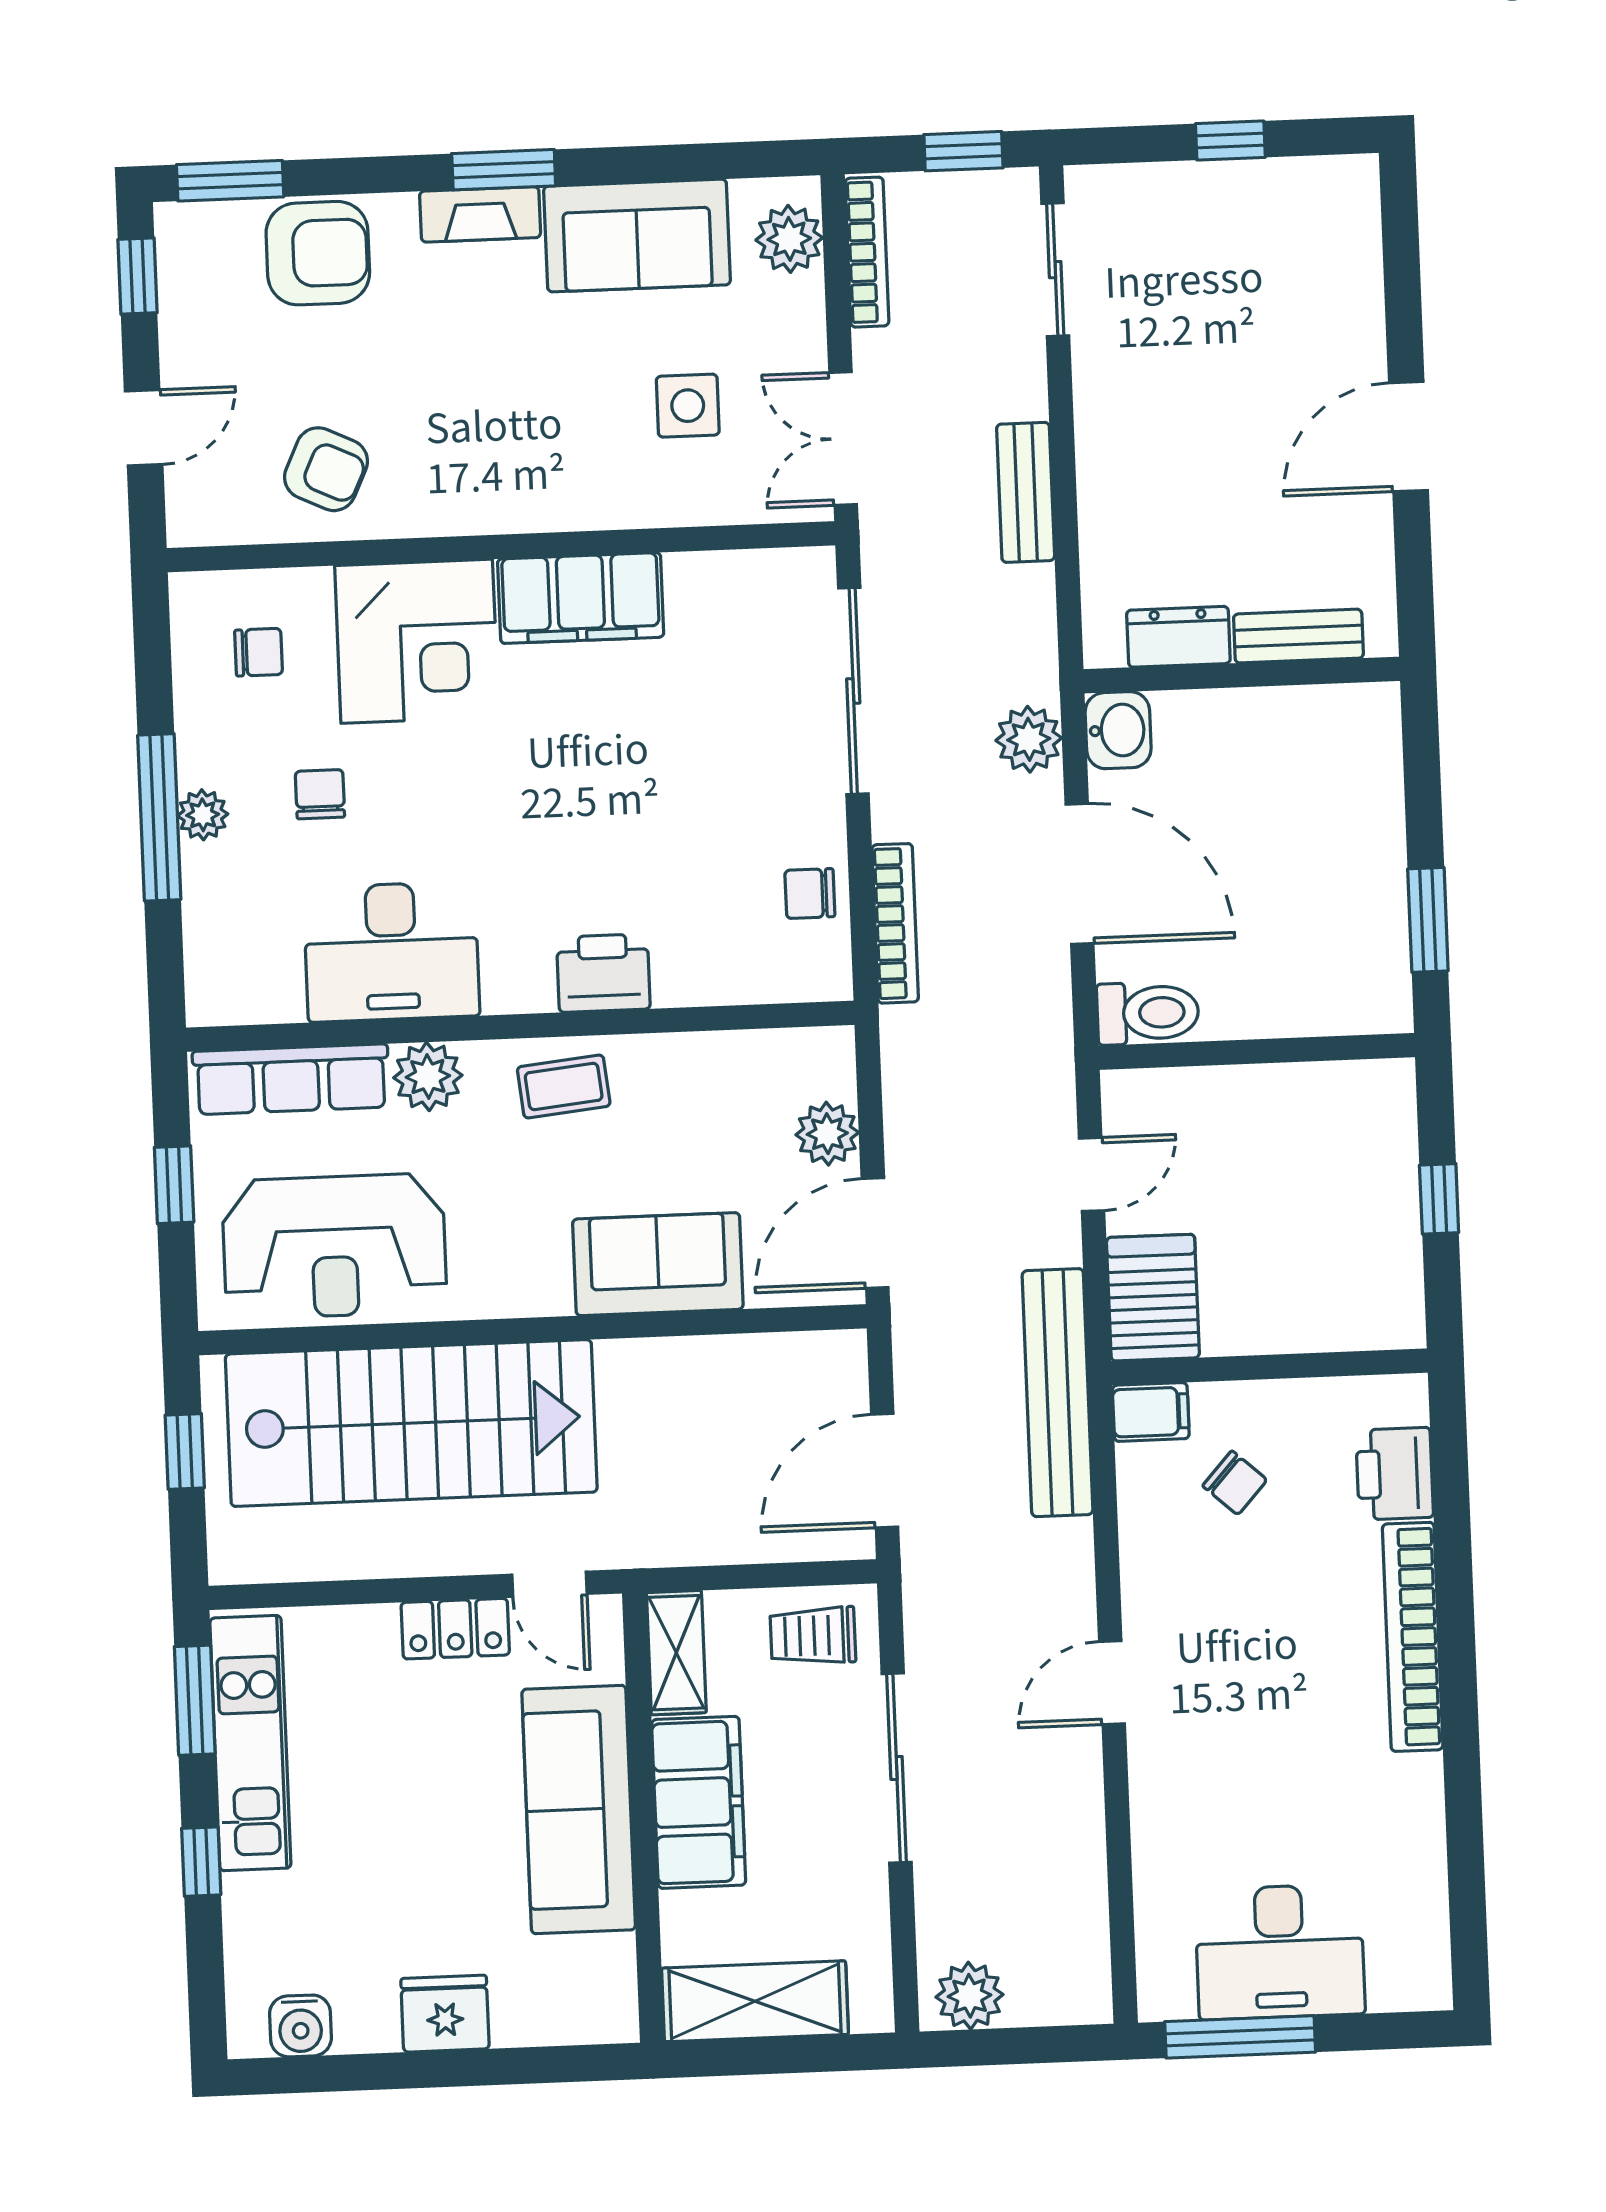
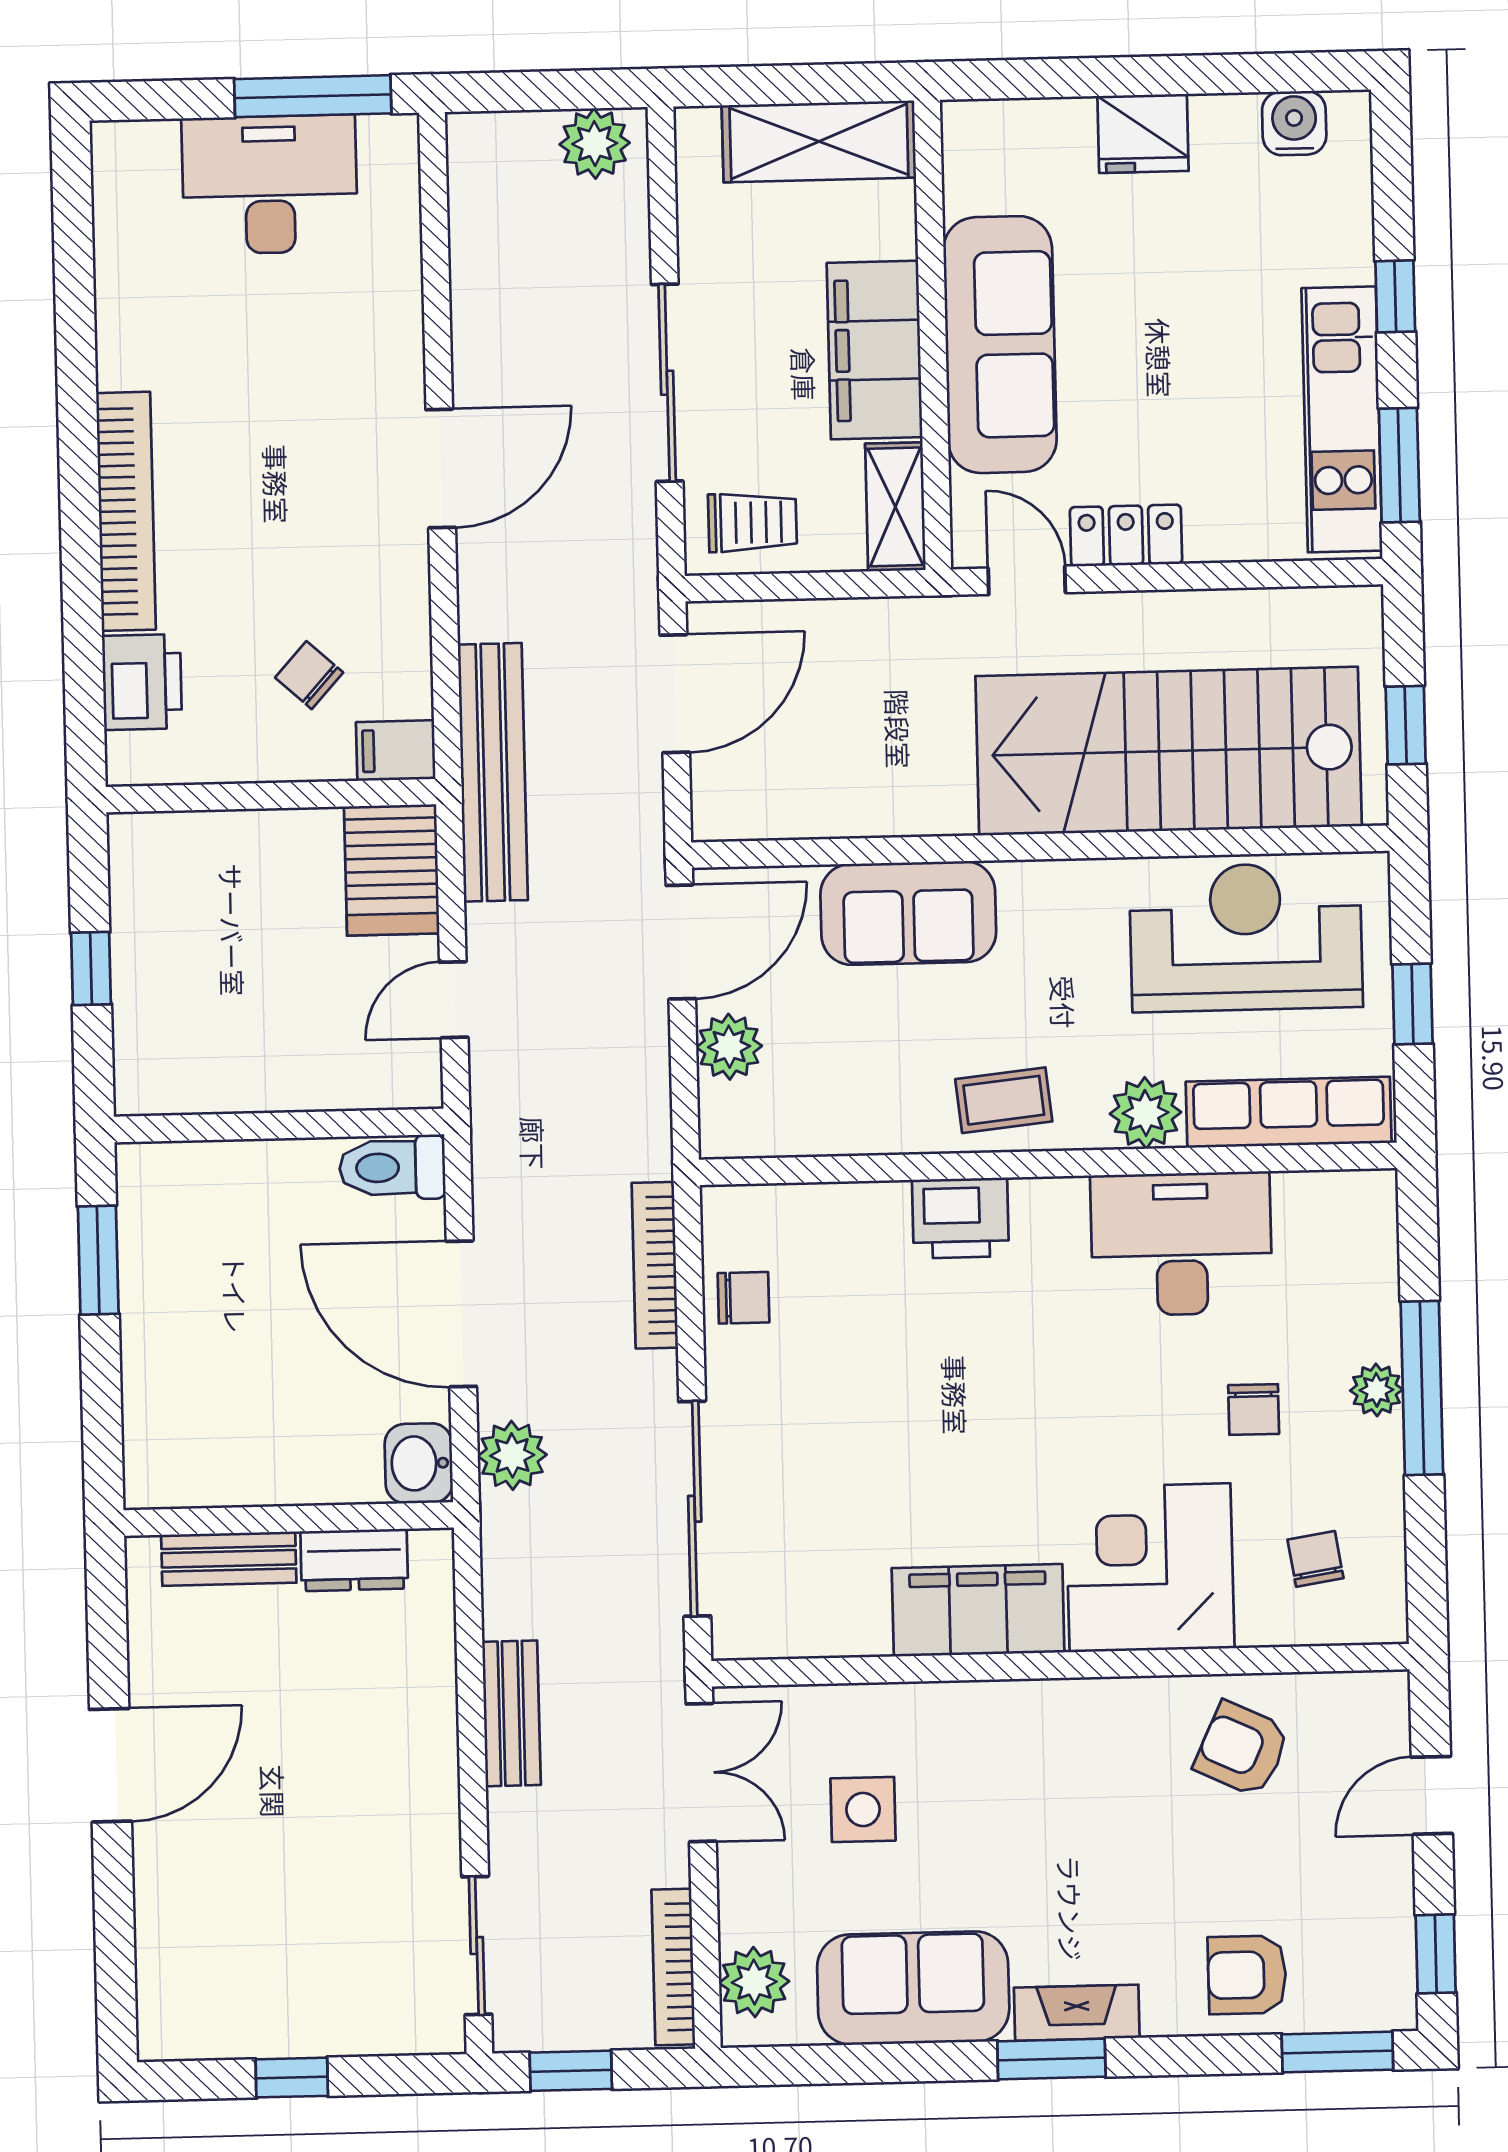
armchair: (318, 253) -> (1247, 1975), width x0.72, depth x0.72
chair: (259, 652) -> (1315, 1559), turned 81
door: (1112, 1683) -> (441, 468), width x1.38

